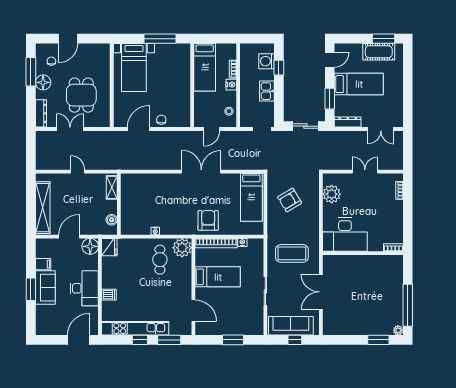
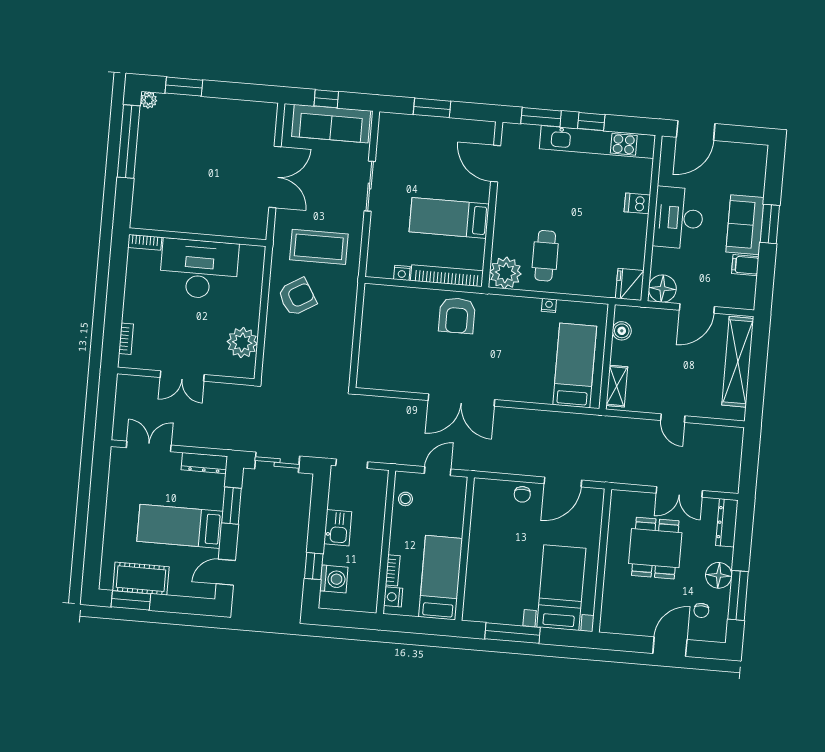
nightstand: (231, 85) -> (393, 597), moved
bed: (251, 197) -> (575, 365), moved
armchair: (290, 200) -> (297, 297), moved
desk: (345, 235) -> (199, 269), moved

